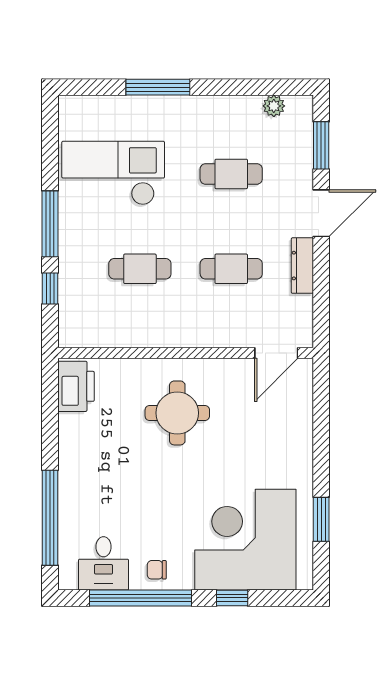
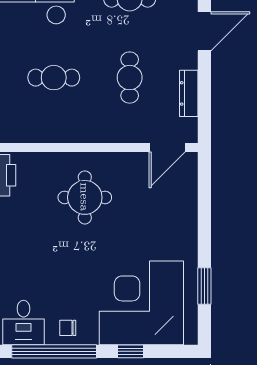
dresser: (302, 266) -> (189, 93), moved
cafe table: (231, 269) -> (130, 78), turned 90

